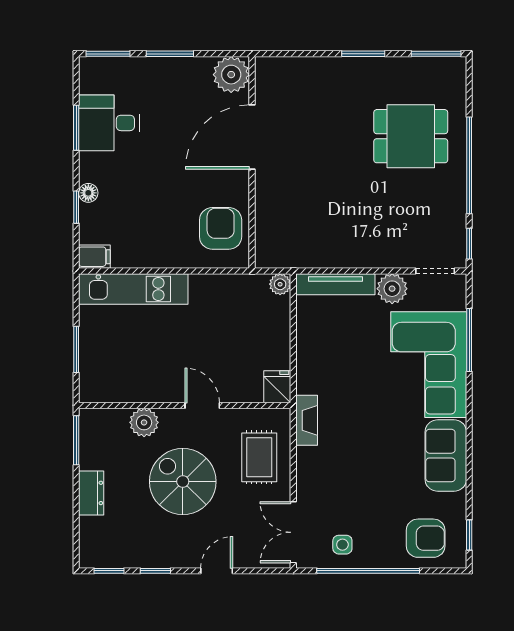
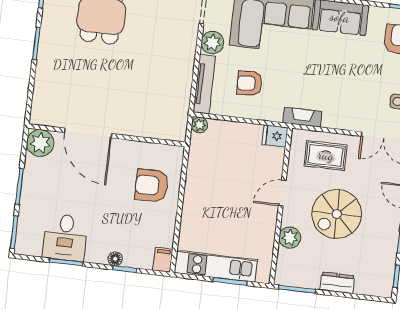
armchair: (221, 228) -> (152, 185), moved
kitchen unit: (133, 289) -> (216, 266), moved, turned -90
armchair: (344, 345) -> (250, 83), added

